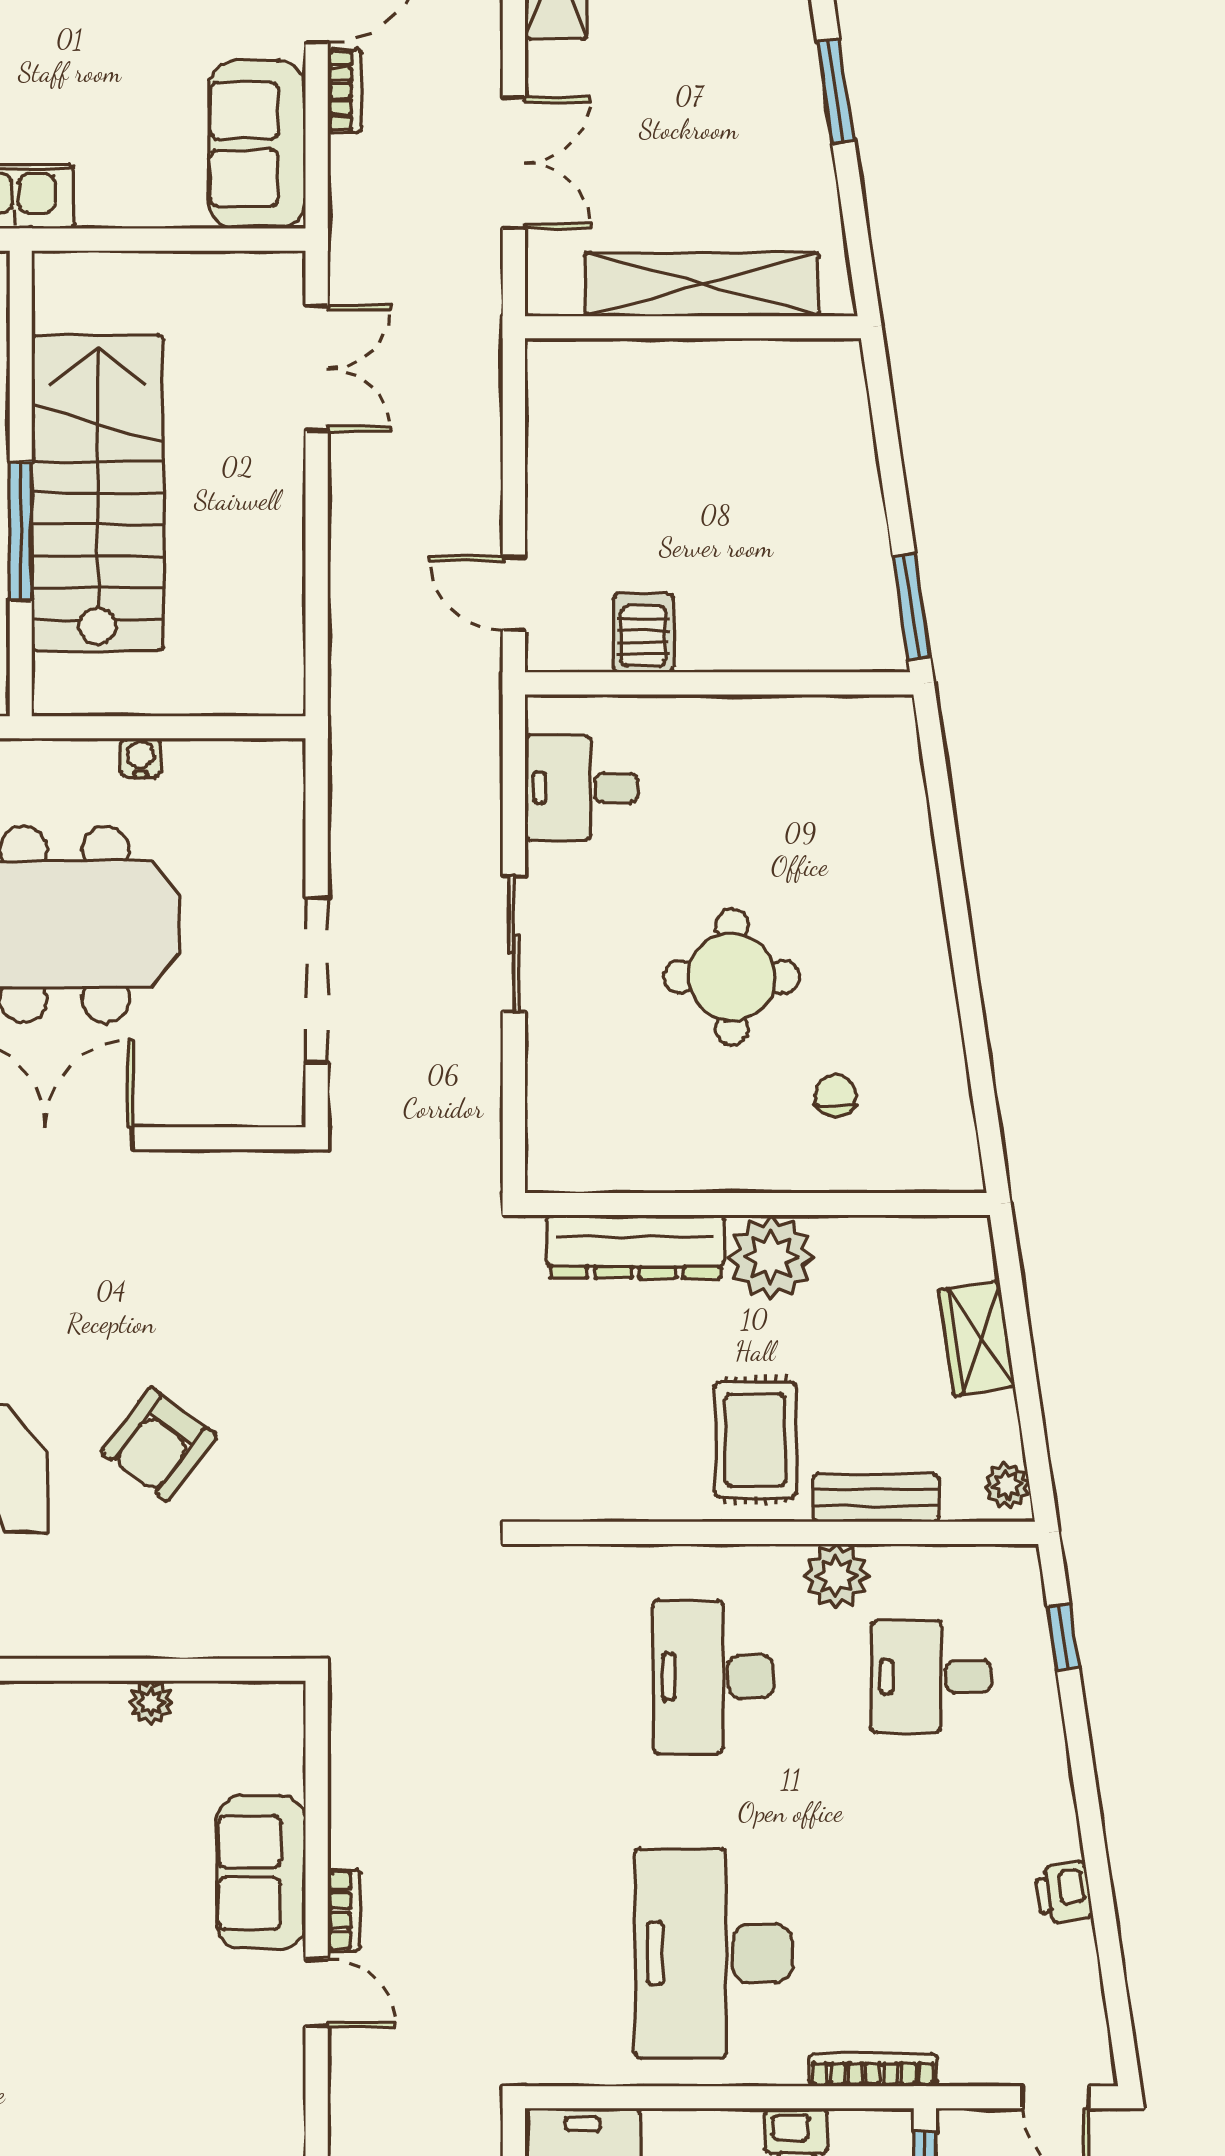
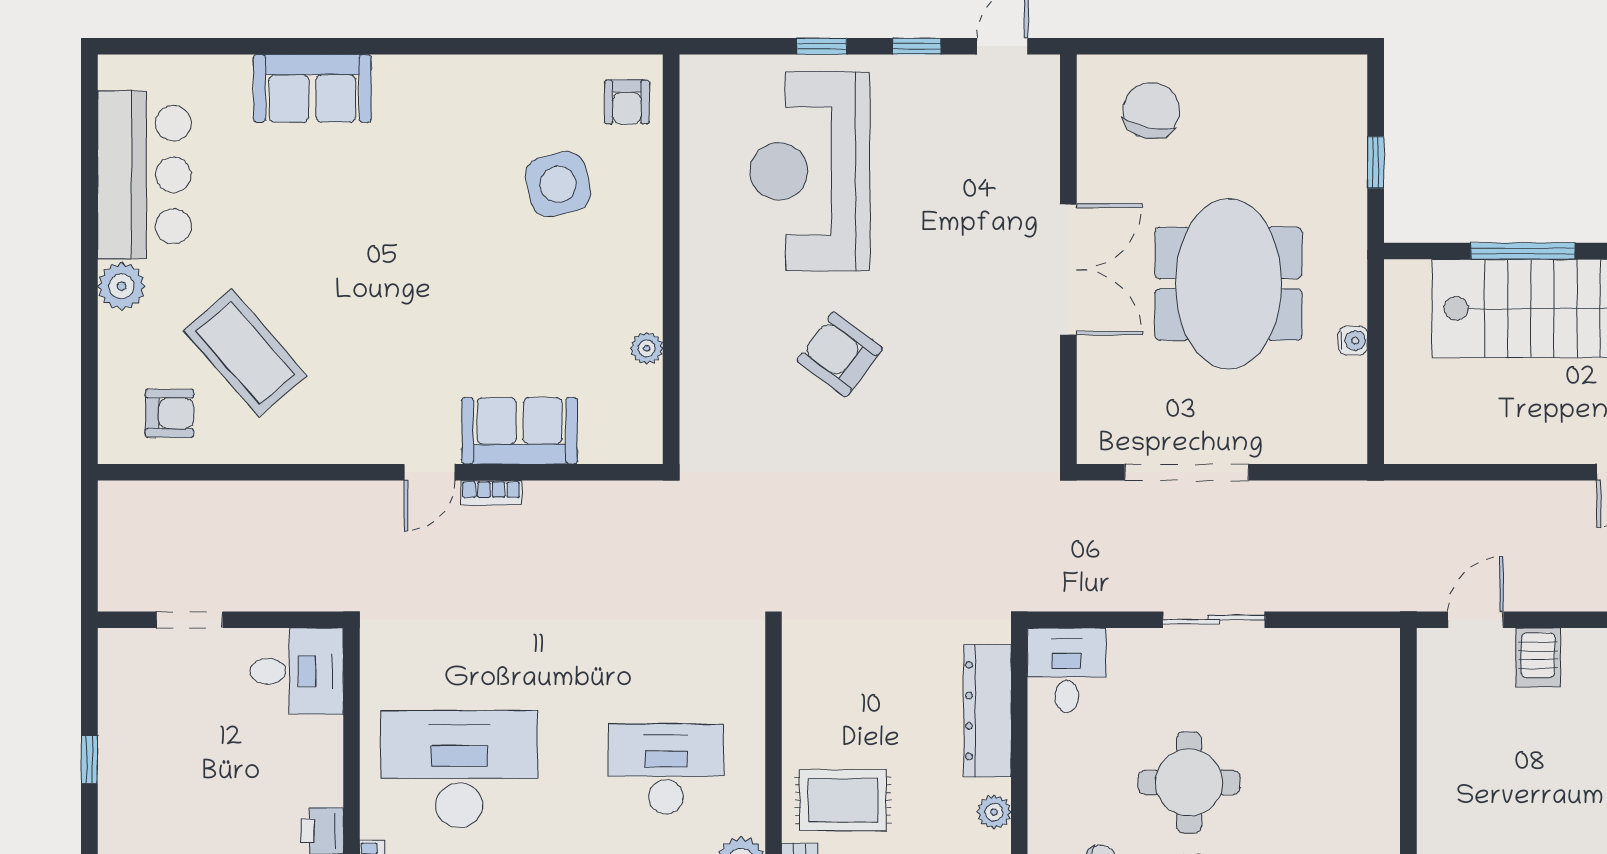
server rack: (643, 633) -> (1538, 658), moved, turned 90
desk: (581, 788) -> (1067, 670), moved
plant: (771, 1257) -> (994, 812), width x0.53, depth x0.53

